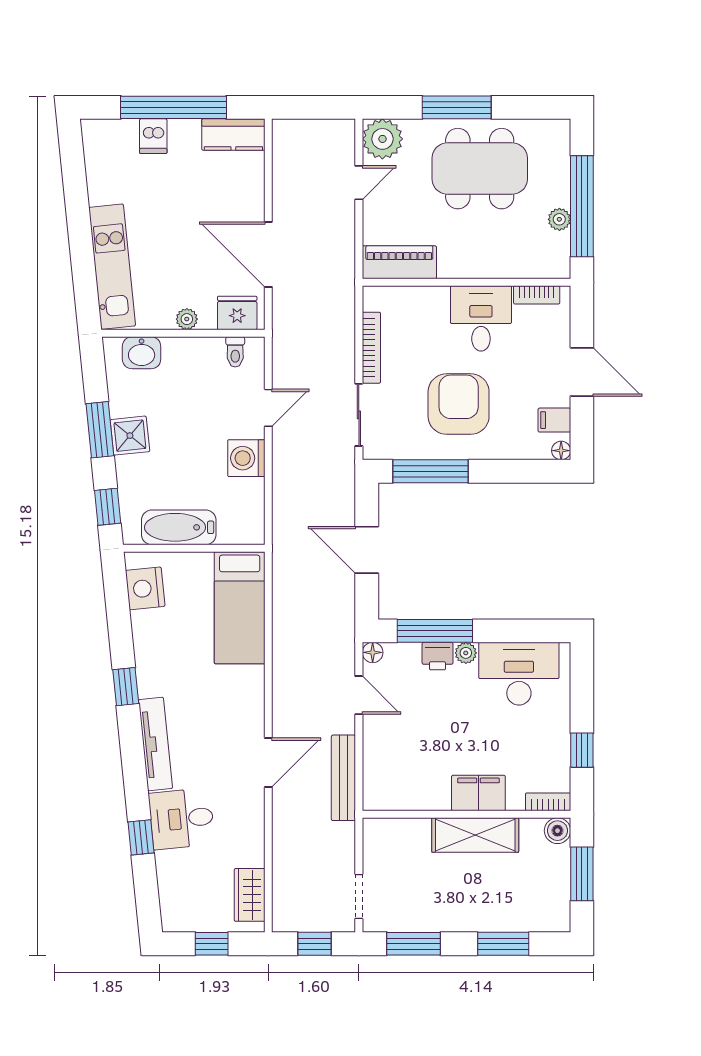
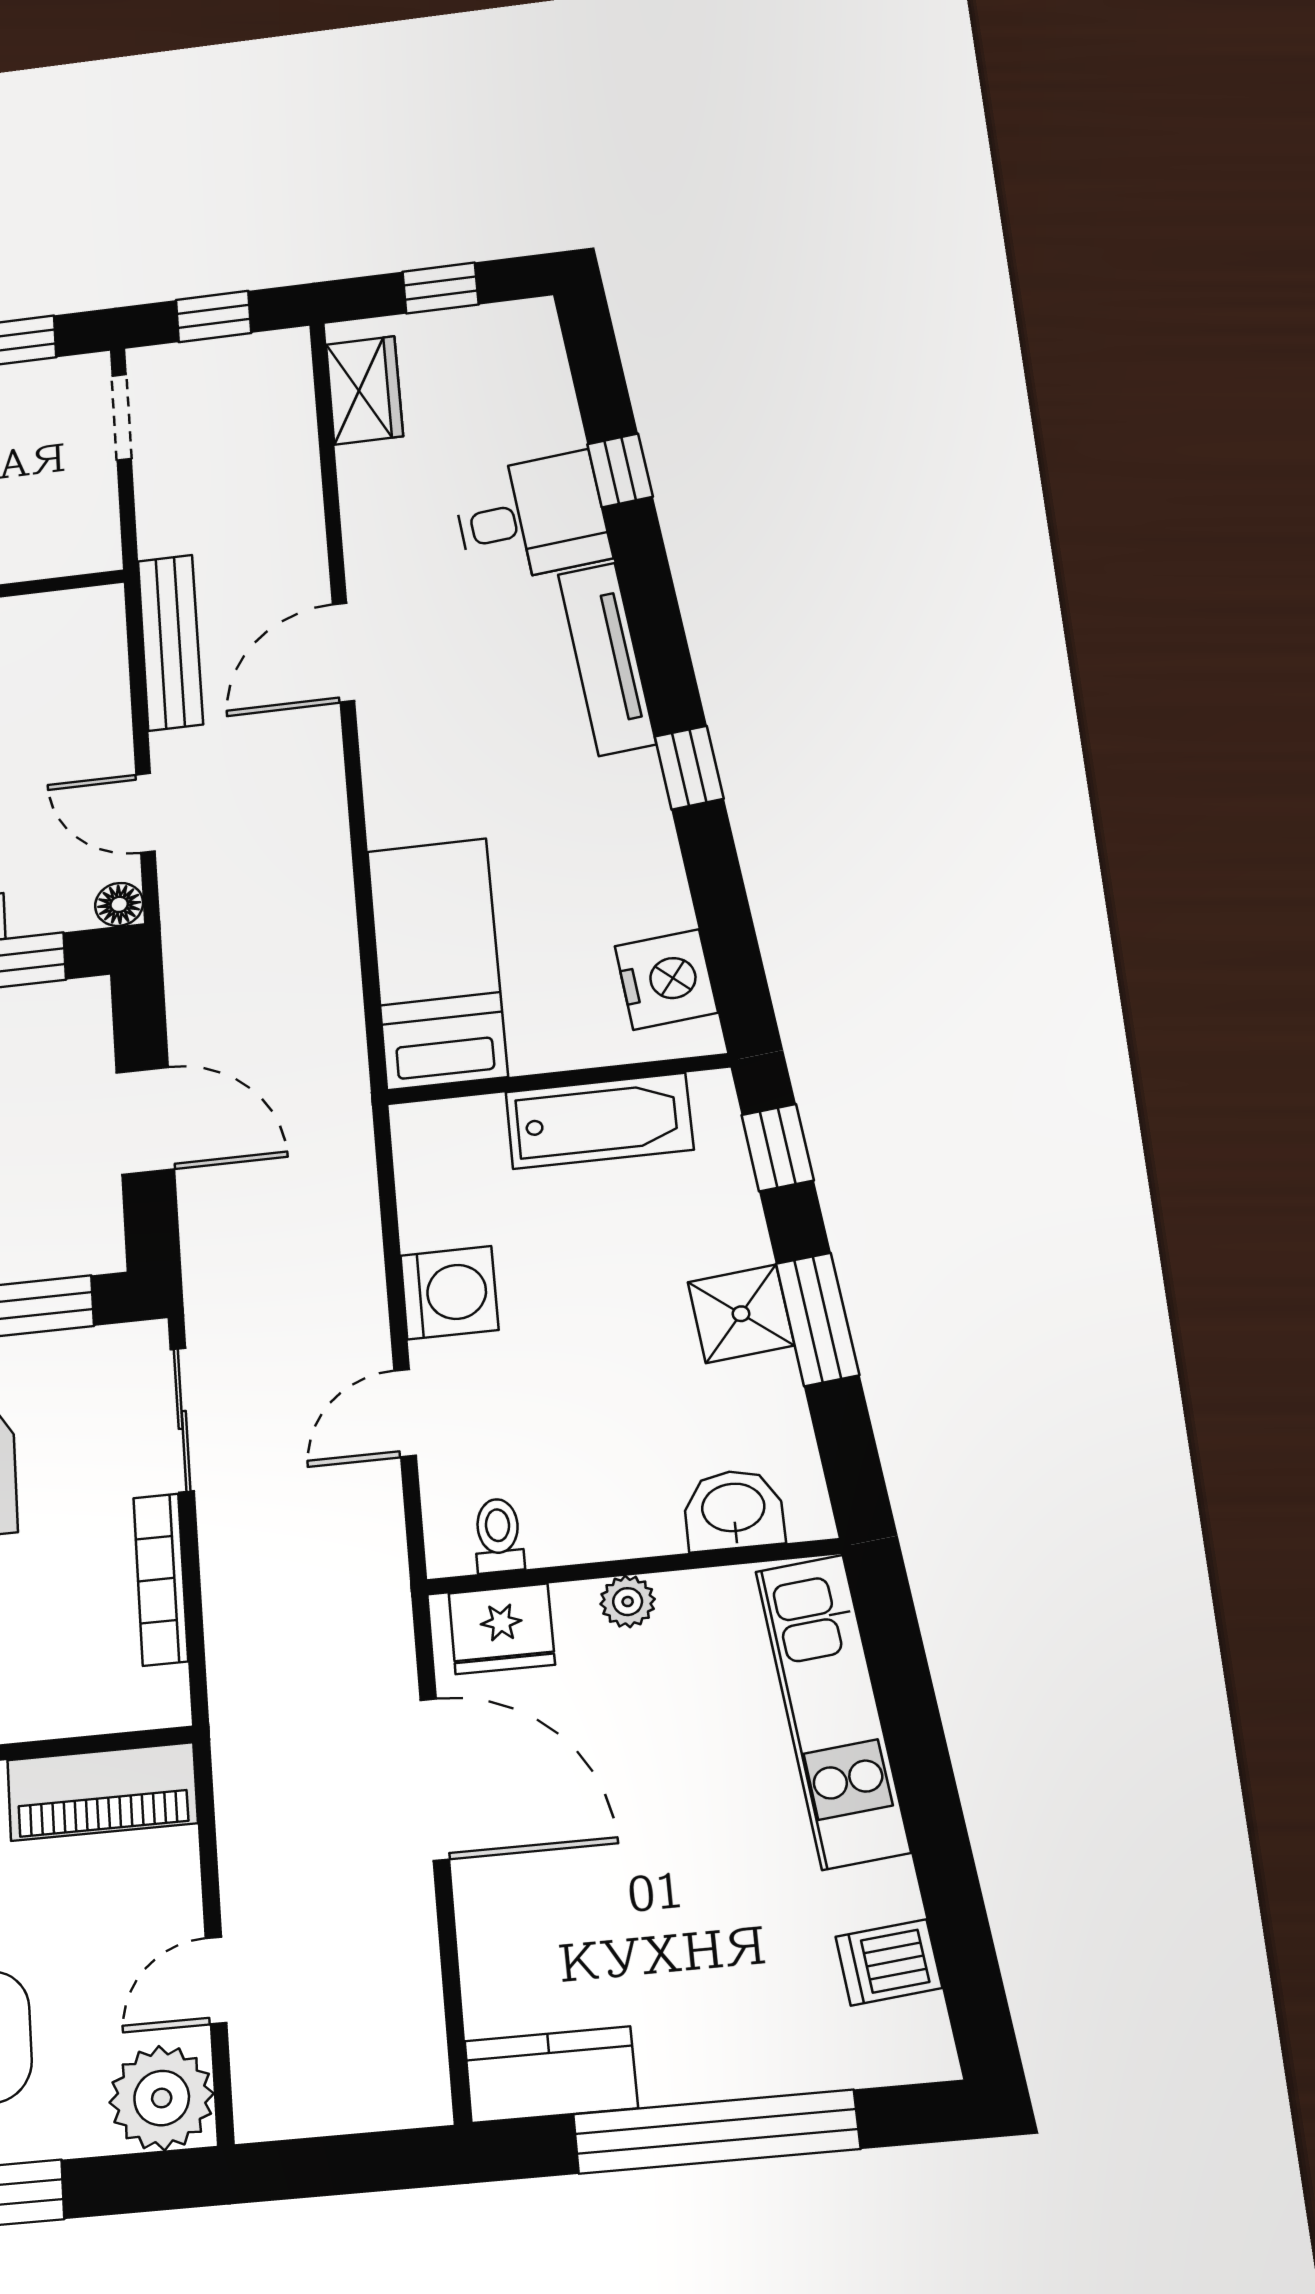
dishwasher: (153, 136) -> (889, 1962), moved, turned -96

